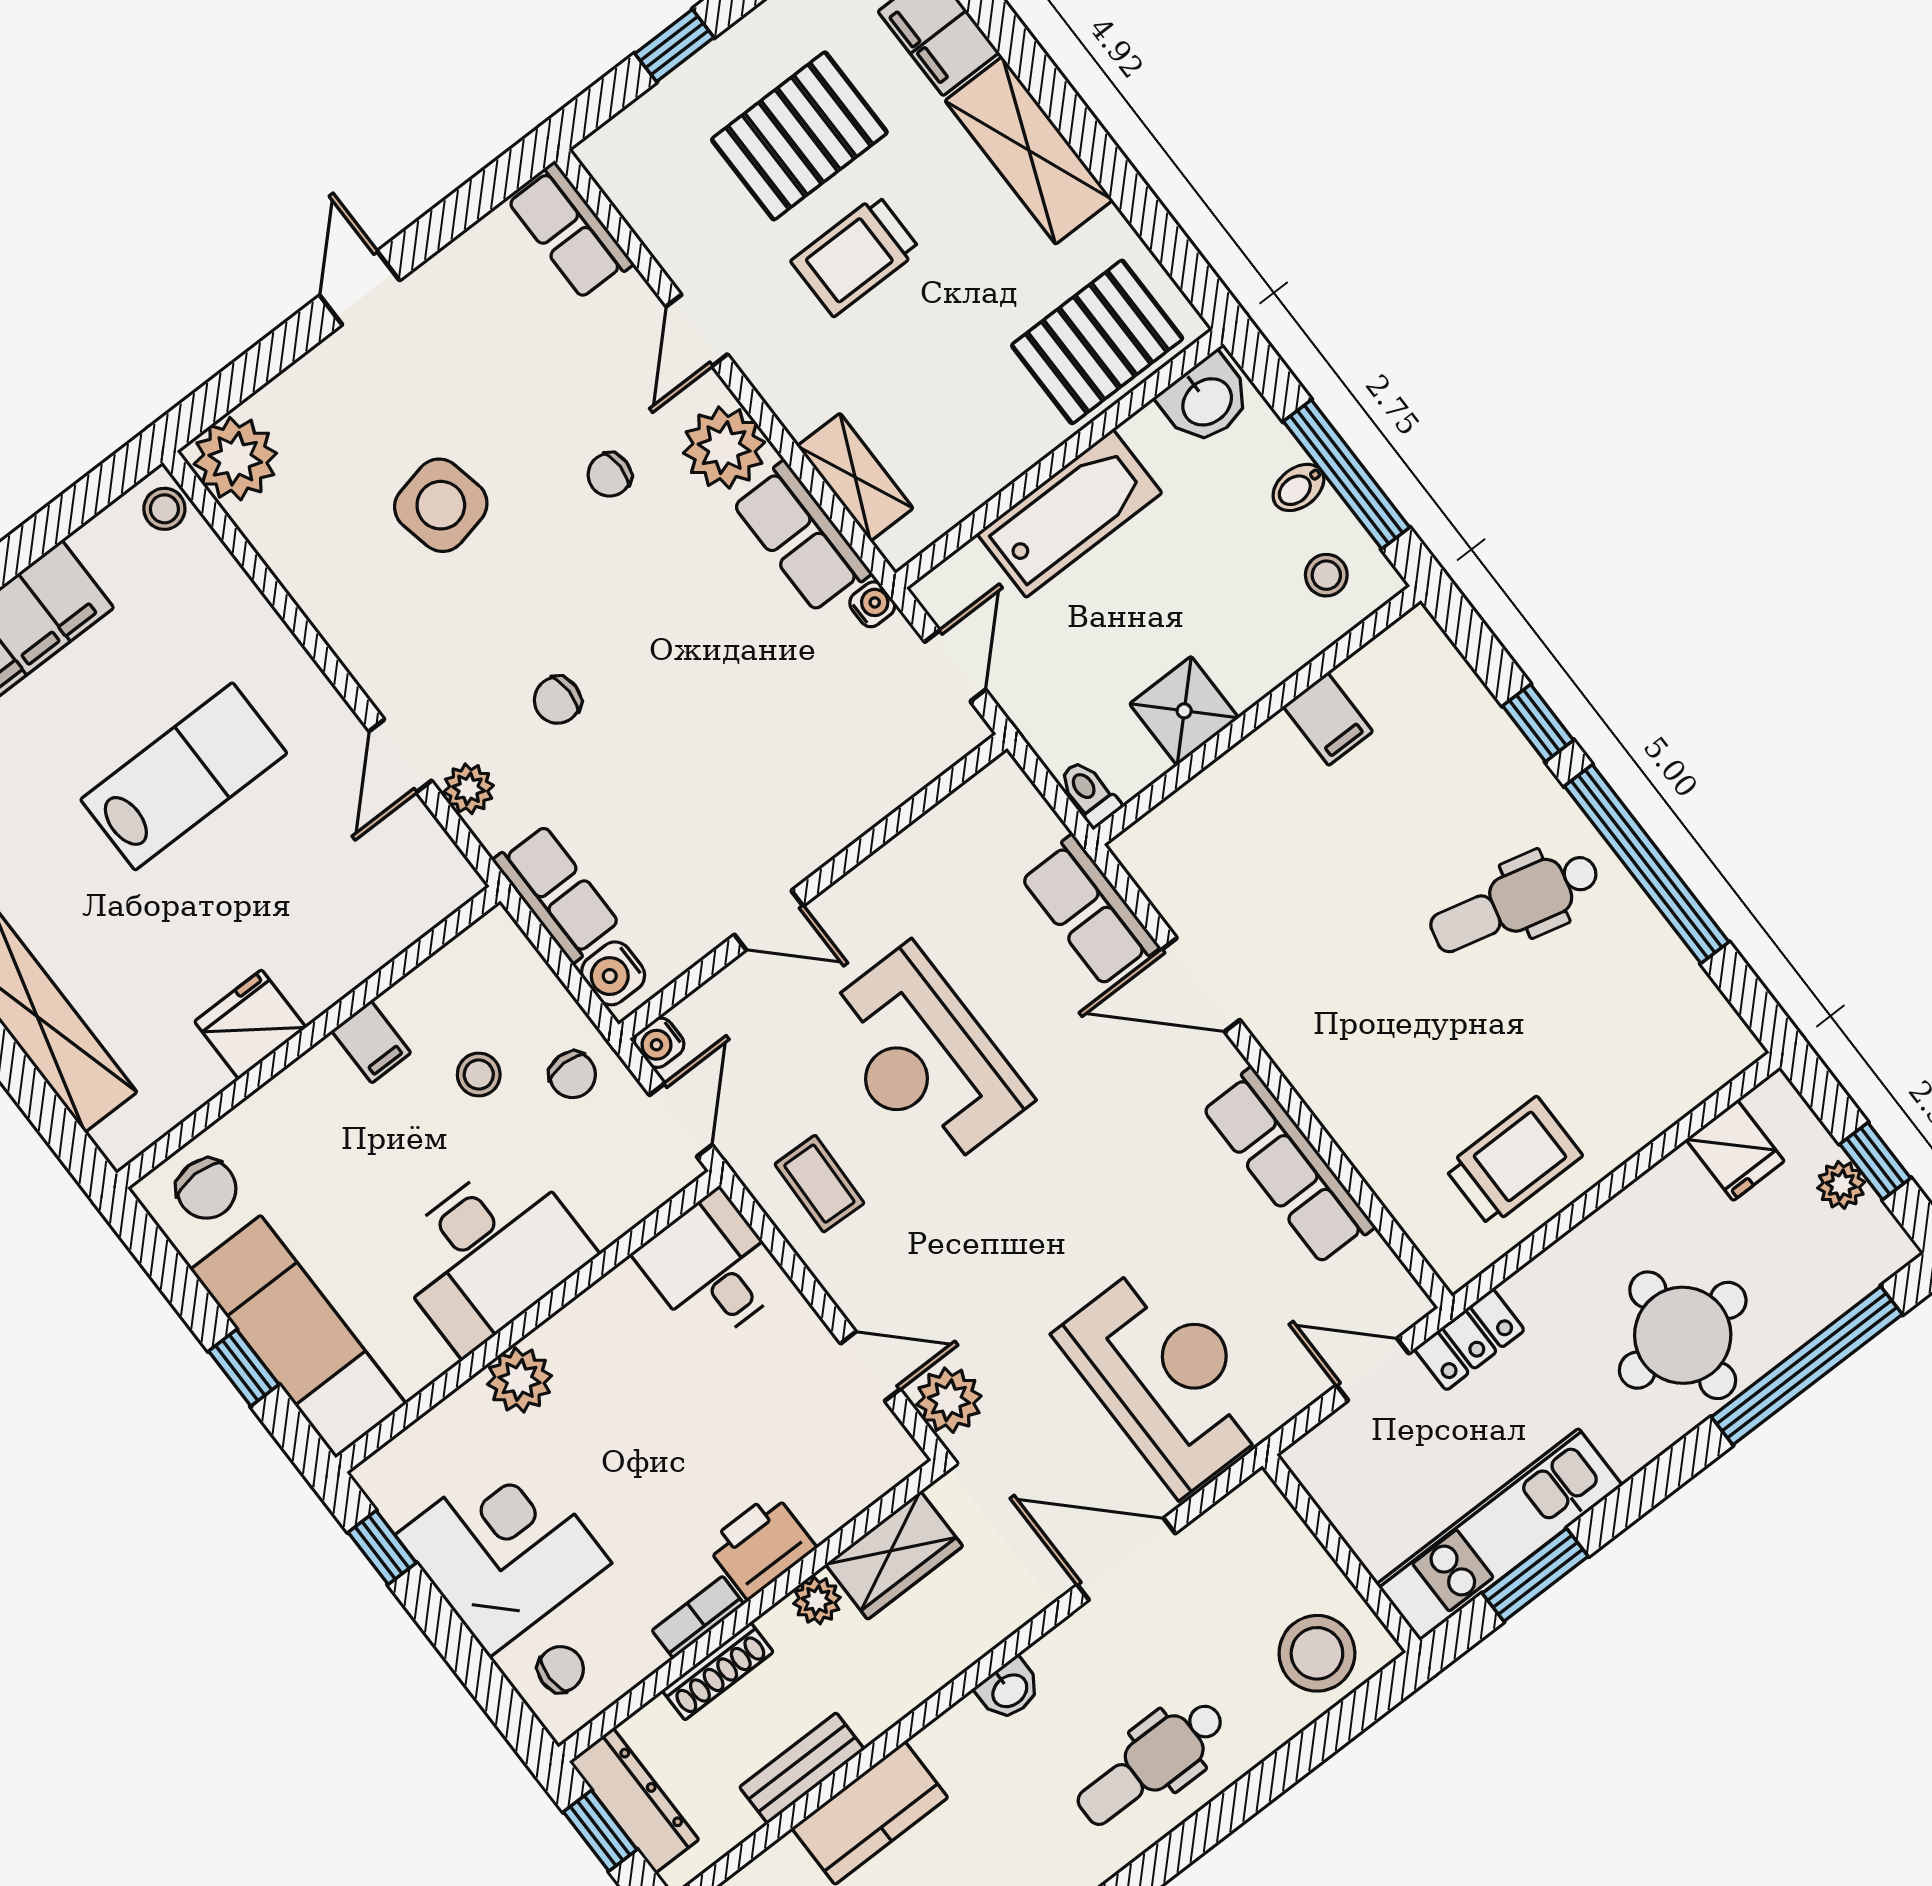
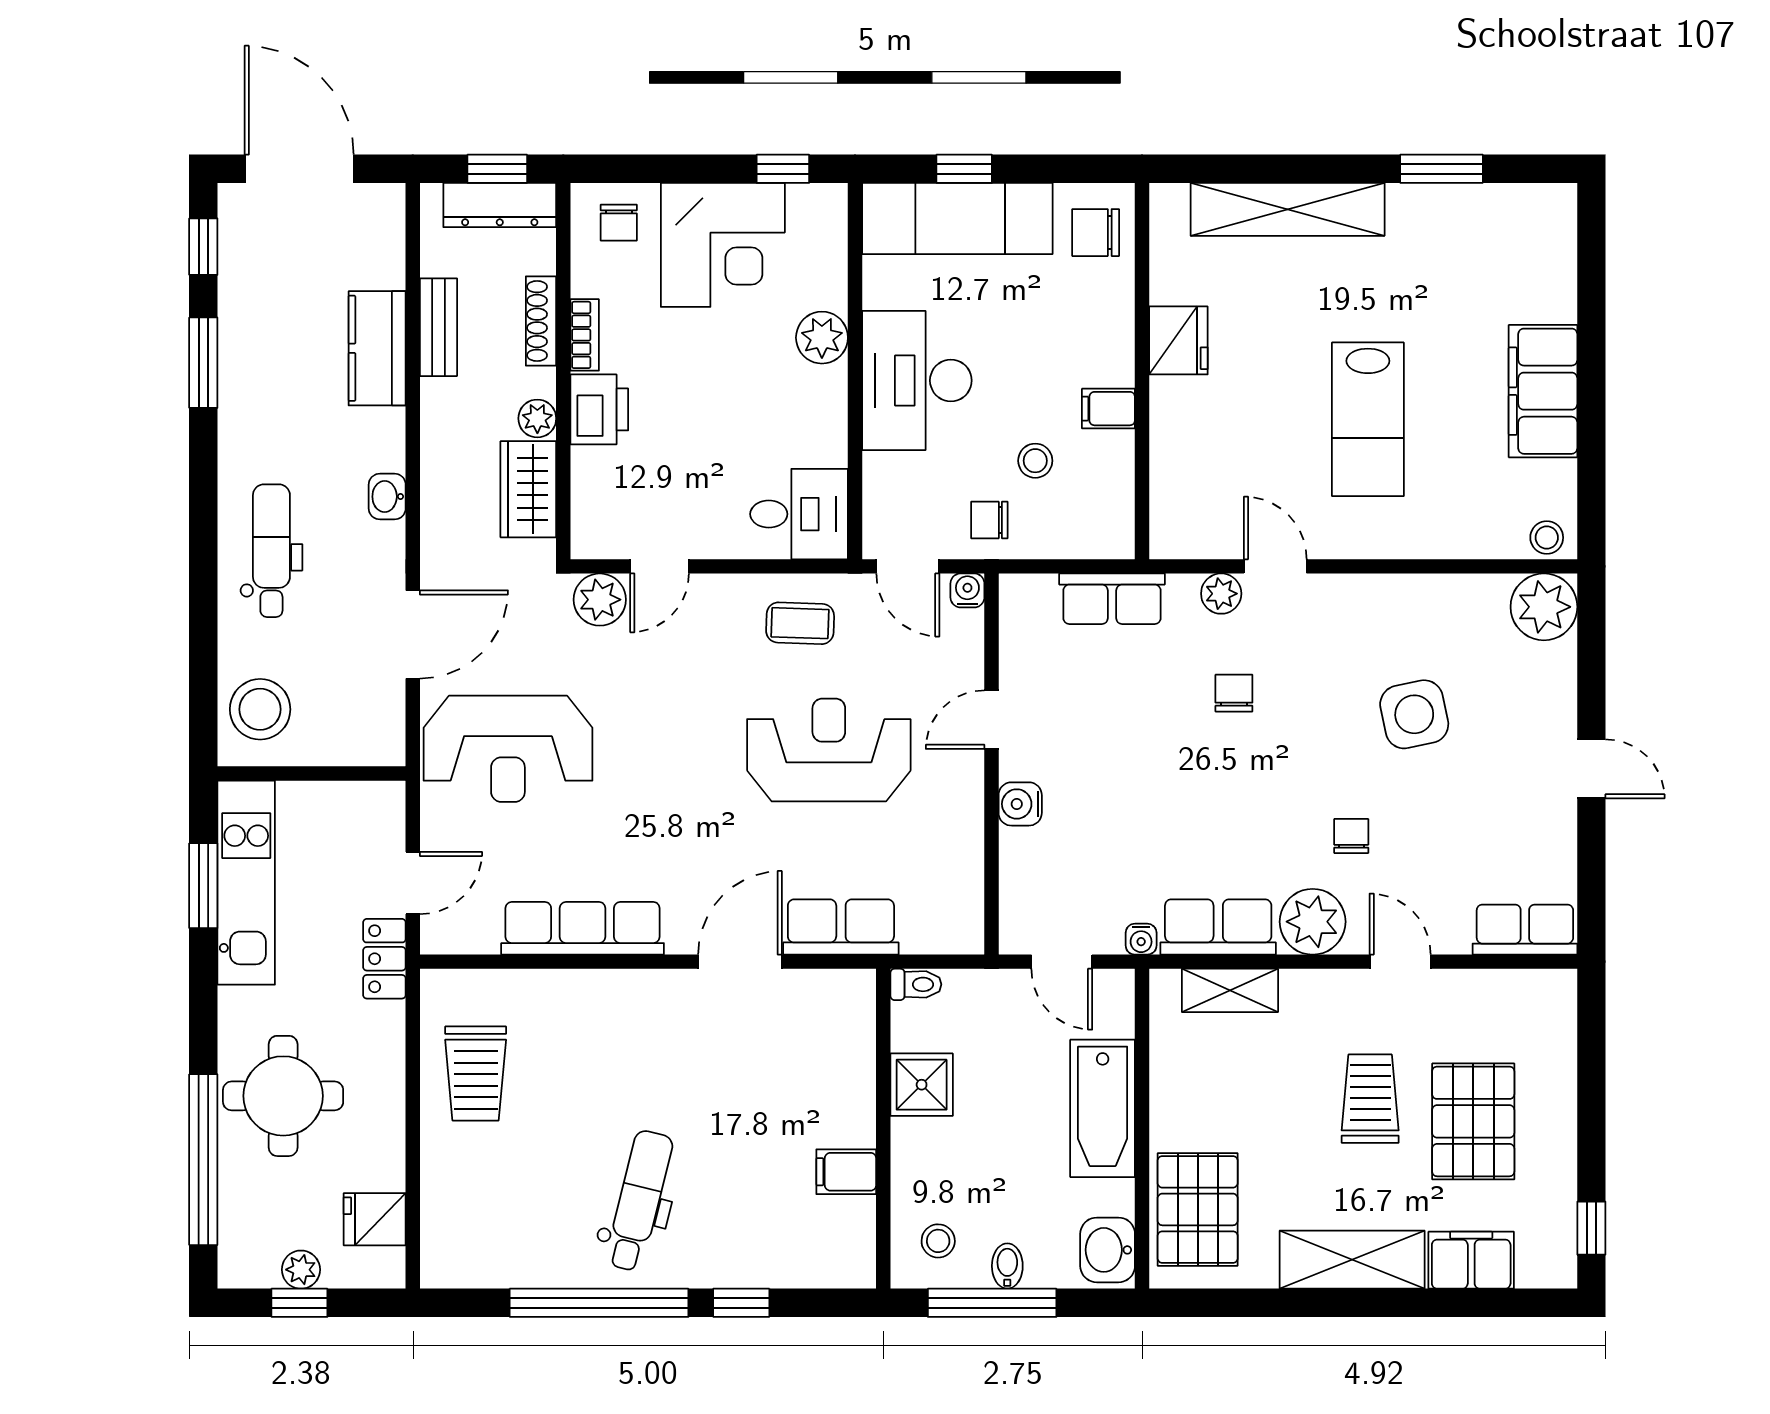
window: (674, 45) -> (1591, 1086), removed
water cooler: (613, 973) -> (1020, 804), moved, turned -90

